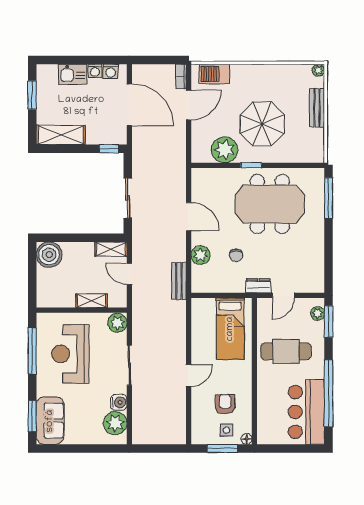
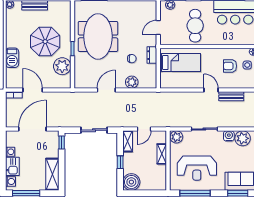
washing machine: (111, 71) -> (10, 181), moved
barbecue: (214, 74) -> (12, 58), moved
window: (32, 95) -> (26, 193), width x1.44
window: (79, 238) -> (120, 162), added
bench: (179, 281) -> (231, 96), moved
dresser: (258, 286) -> (152, 55), moved
door: (283, 295) -> (158, 27), swing flipped

